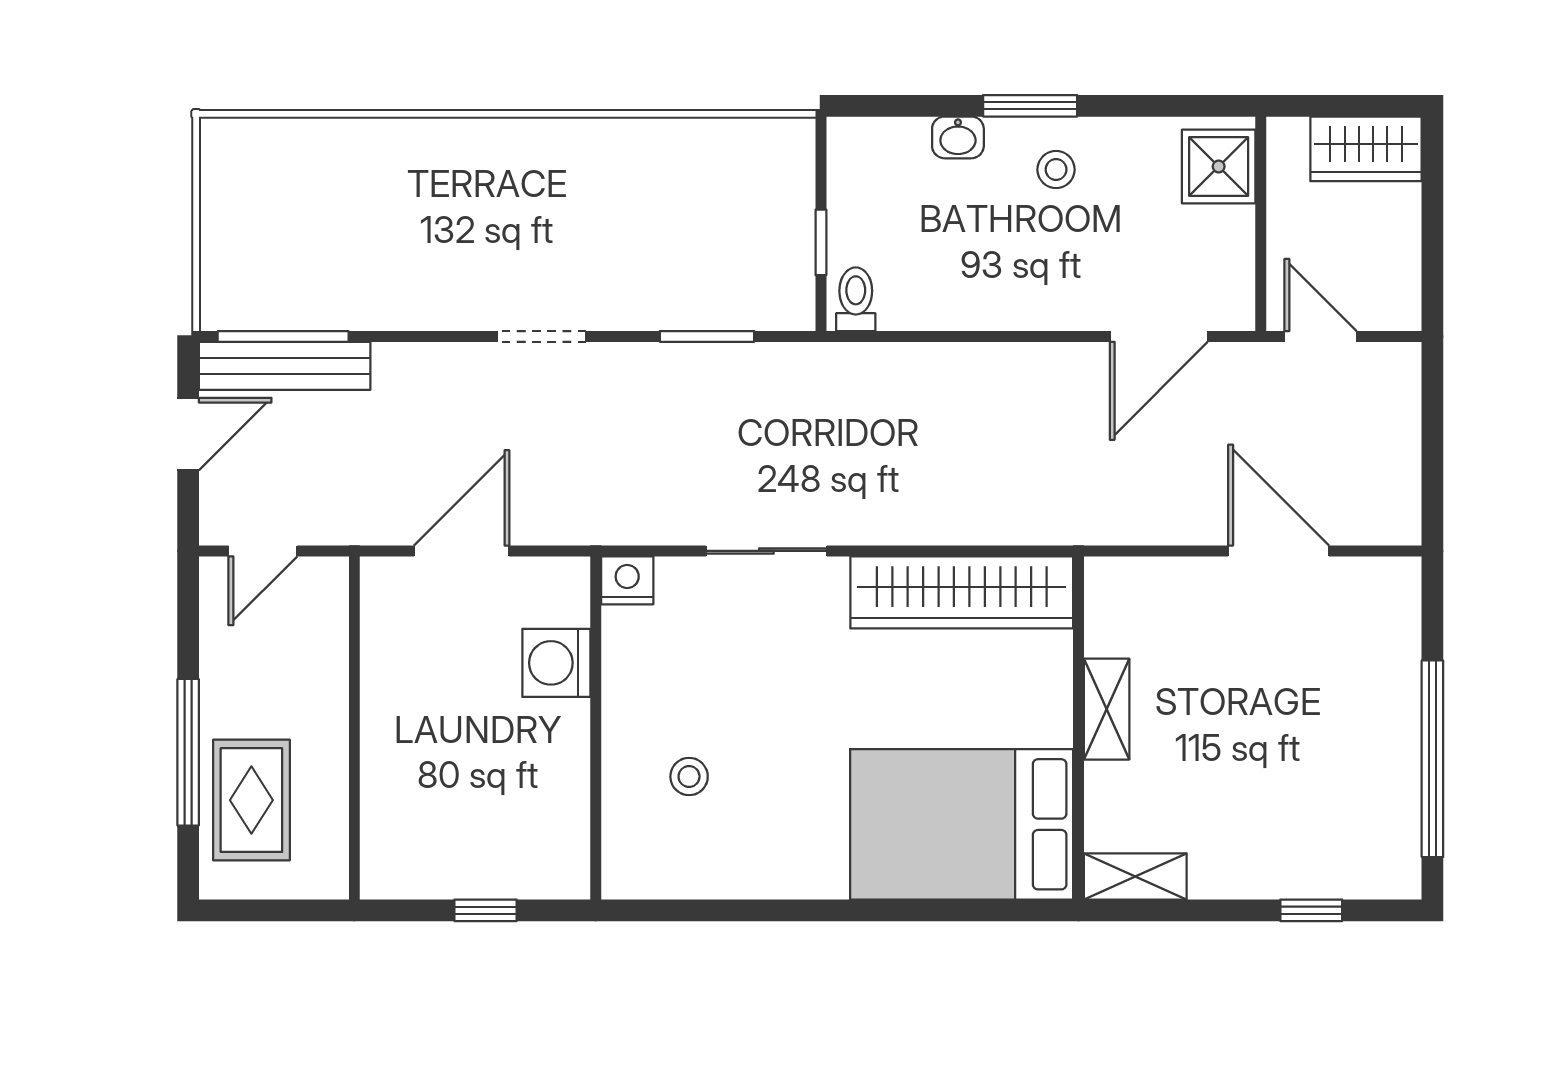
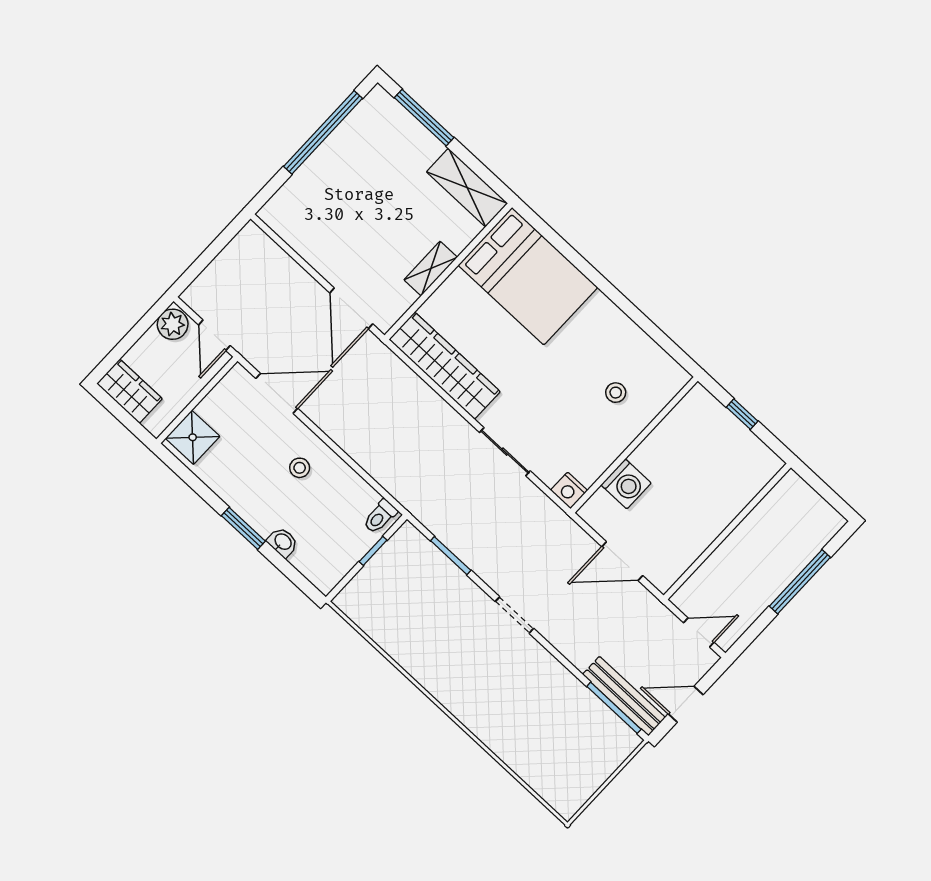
stool: (1056, 170) -> (300, 468), moved
plant: (1393, 298) -> (173, 324), added
door: (1279, 551) -> (351, 308), moved
rug: (251, 800) -> (793, 541), removed
shelving: (1135, 876) -> (467, 188), width x1.50, depth x1.33
window: (1311, 910) -> (424, 118), width x2.17

